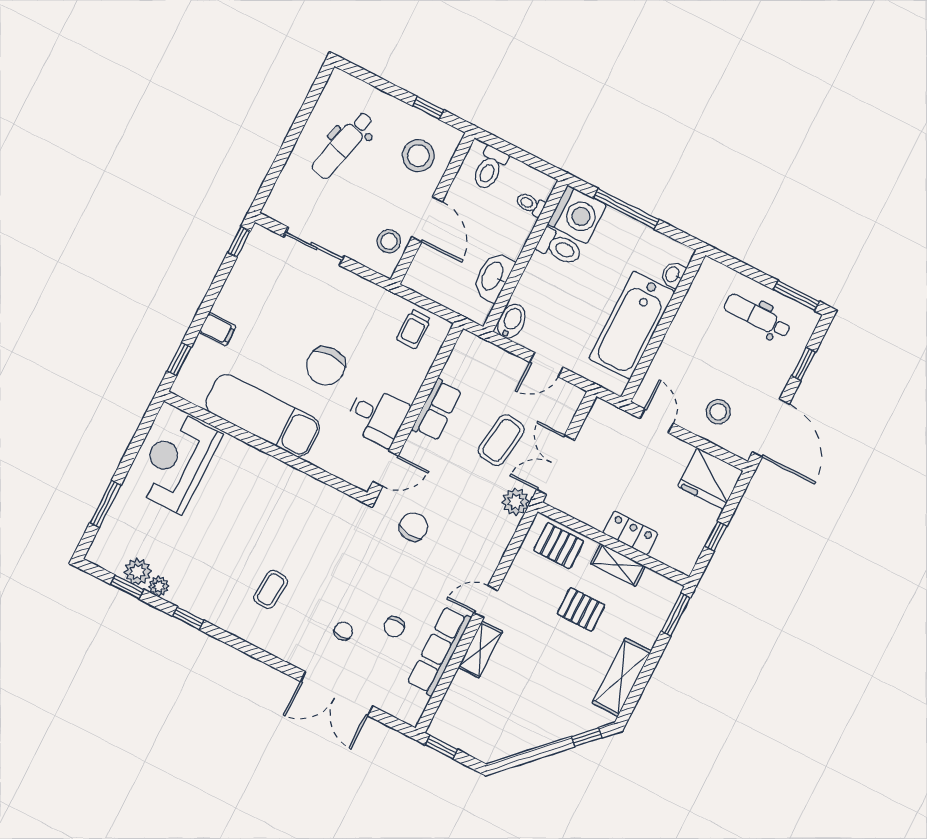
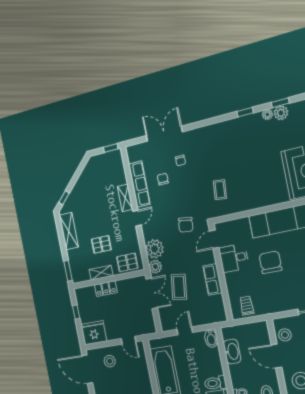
plant: (495, 530) -> (155, 249), added
coffee table: (271, 589) -> (220, 190), moved

